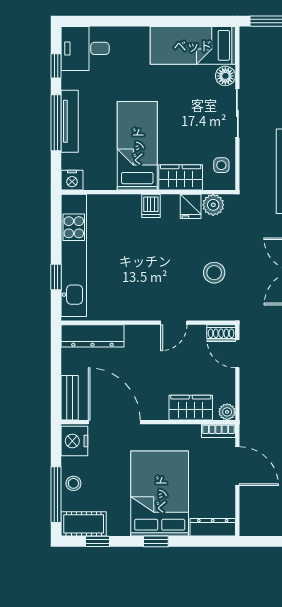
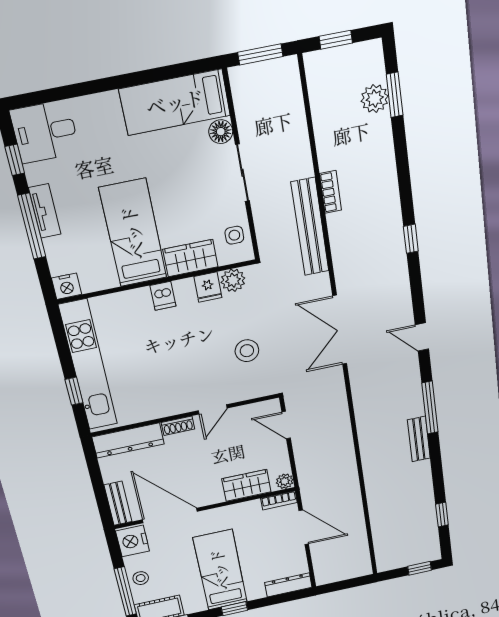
tv unit: (70, 121) -> (45, 211), width x0.71
shoe rack: (221, 332) -> (178, 426), moved
bed: (160, 494) -> (220, 570), width x0.67

